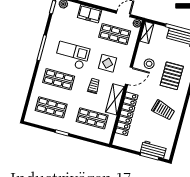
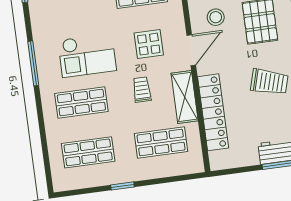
checkout: (72, 55) -> (87, 55), turned 180

